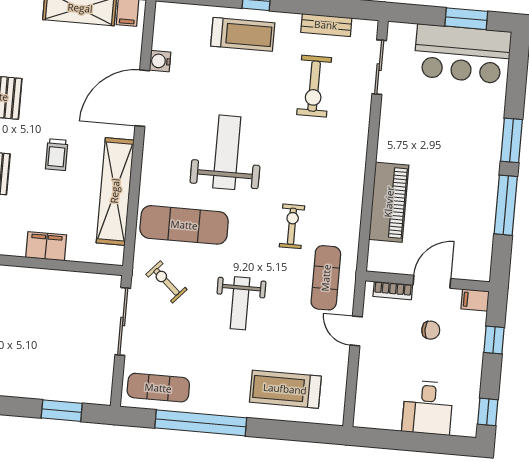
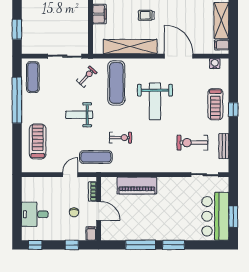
water cooler: (160, 61) -> (215, 64), moved
weight bench: (227, 152) -> (155, 101), turned 90

